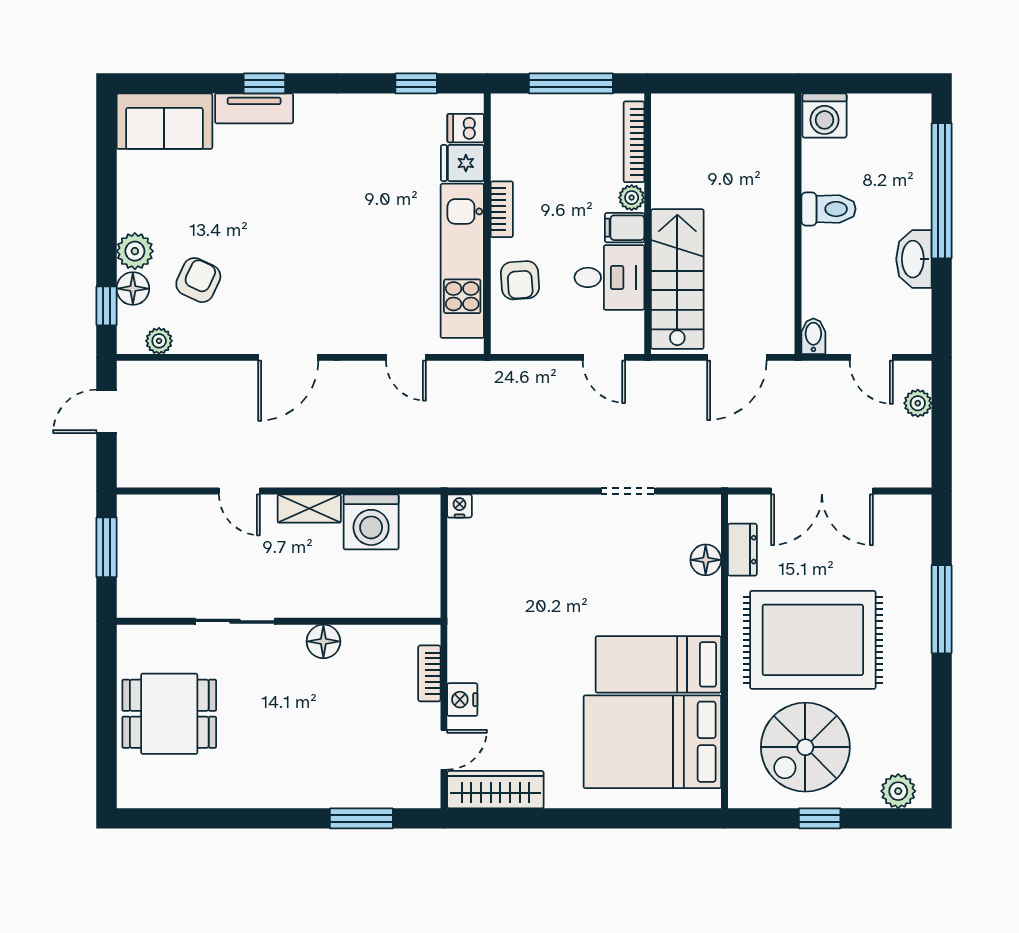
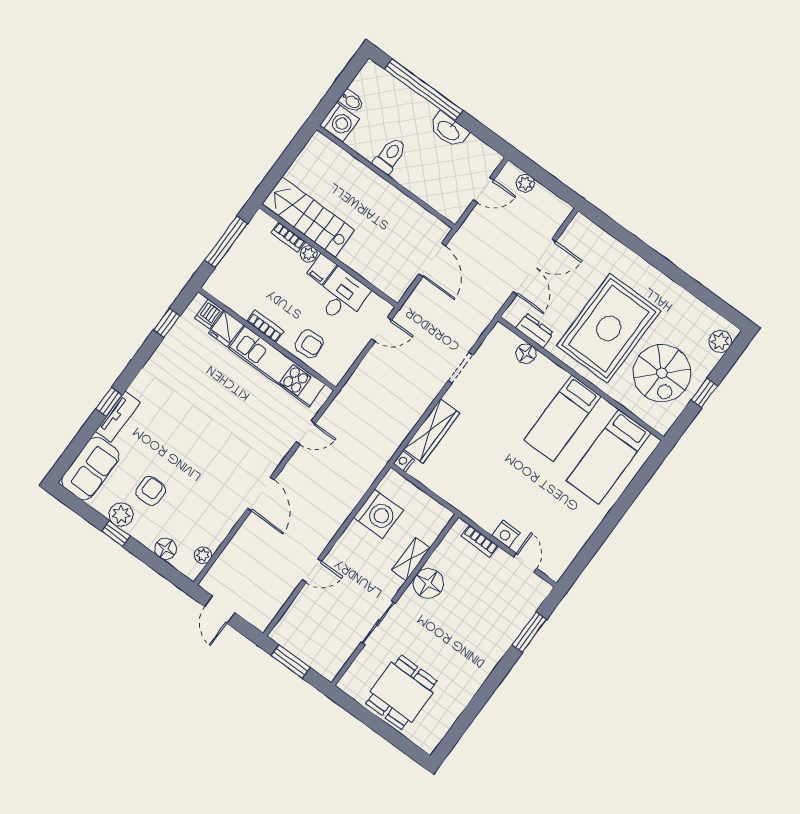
bookcase: (634, 142) -> (288, 237), width x0.64
plant: (135, 251) -> (121, 515), moved
stairs: (677, 279) -> (308, 217), moved
armchair: (198, 280) -> (151, 491), moved, turned 65
window: (106, 306) -> (116, 534), moved
bidet: (813, 336) -> (351, 101), moved, turned 180
shelving: (309, 509) -> (411, 559), moved
window: (942, 609) -> (642, 249), removed
floor lamp: (323, 641) -> (428, 583), width x1.38, depth x1.38
bed: (652, 742) -> (609, 457), width x0.67
wardrobe: (495, 790) -> (432, 431), moved, turned 180

